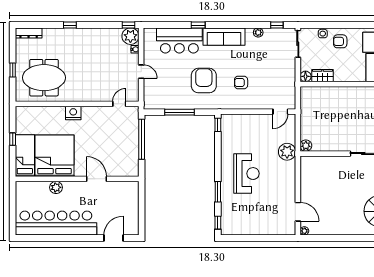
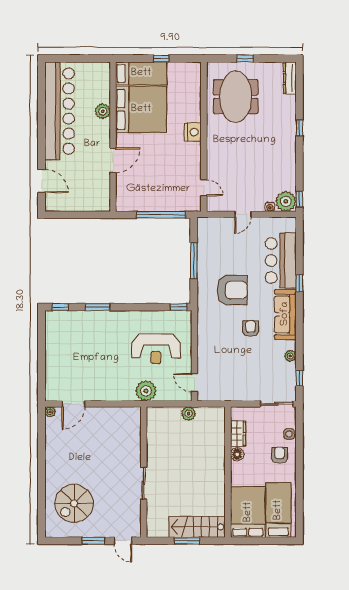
floor lamp: (305, 76) -> (237, 454), moved
armchair: (241, 82) -> (251, 329), moved
plant: (306, 146) -> (189, 414), moved
reception desk: (246, 174) -> (156, 349), moved

